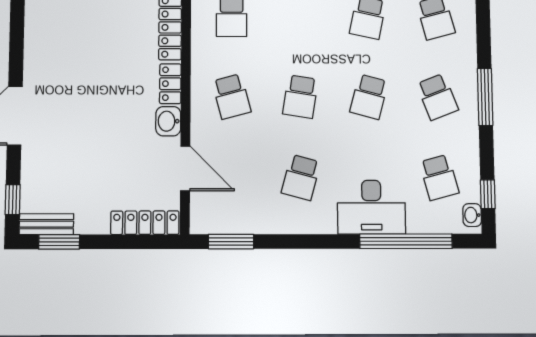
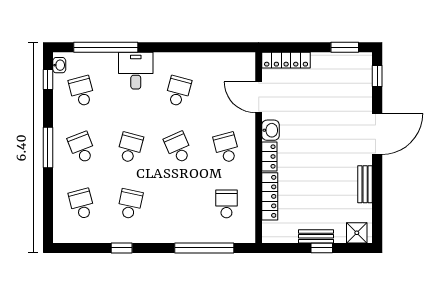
school desk: (300, 97) -> (178, 148), turned -33
desk: (371, 207) -> (136, 71), width x0.73
bench: (46, 224) -> (365, 184), moved, turned 90
window: (231, 242) -> (227, 47), removed

